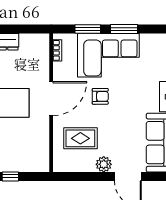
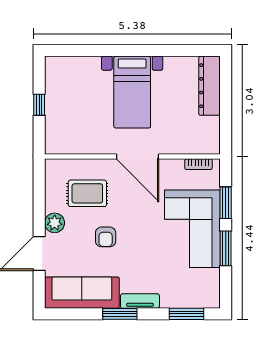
armchair: (100, 96) -> (106, 237), moved
rug: (80, 138) -> (87, 193), turned 90

